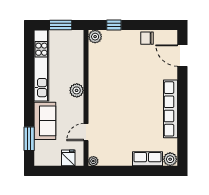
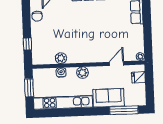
plant: (95, 37) -> (61, 58), moved
water cooler: (78, 65) -> (61, 72), added
door: (86, 132) -> (117, 64), swing flipped
window: (29, 139) -> (124, 110), width x1.44

